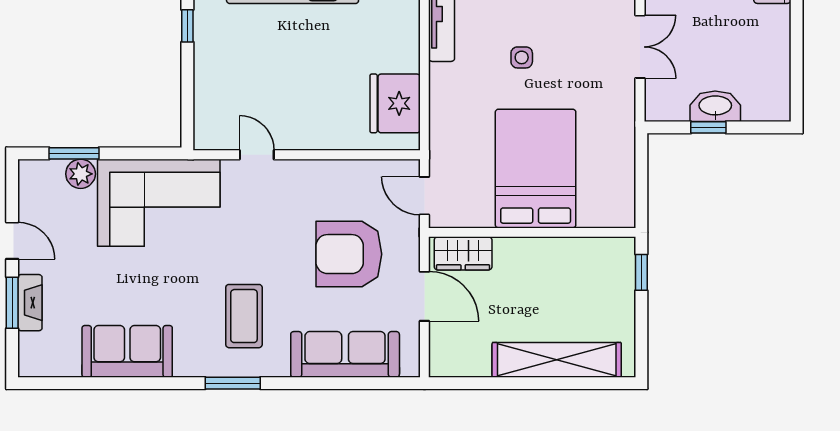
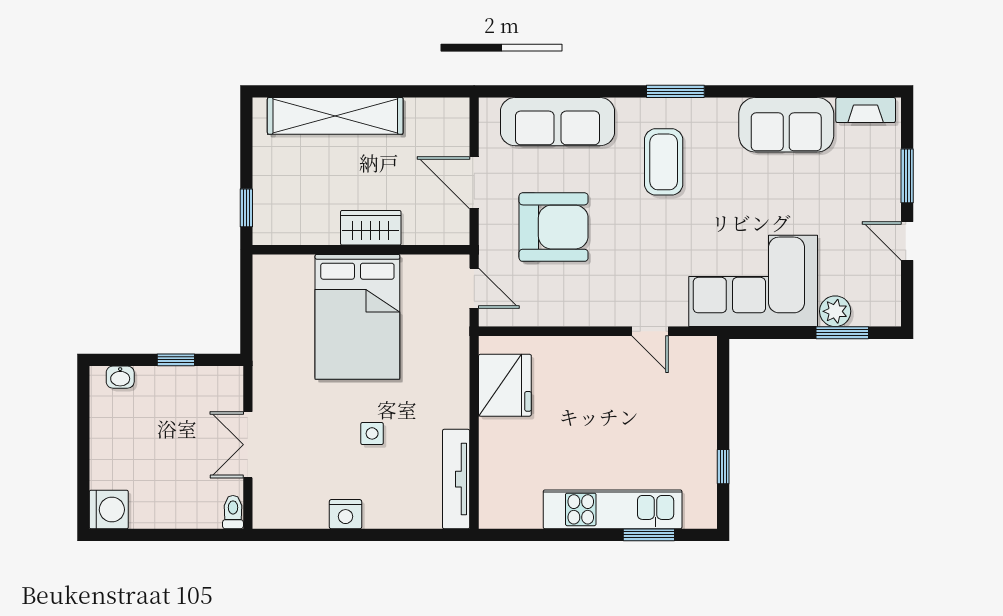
washbasin: (715, 106) -> (120, 377), moved, width x0.52, depth x0.69
wardrobe: (463, 253) -> (371, 228), moved
fireplace: (30, 303) -> (866, 110), moved, turned -90

